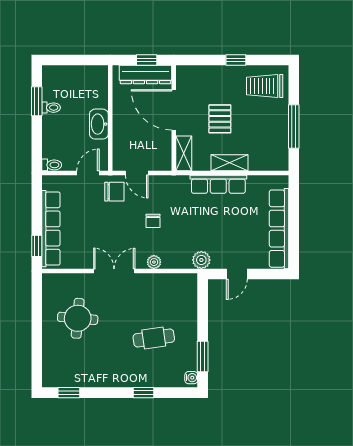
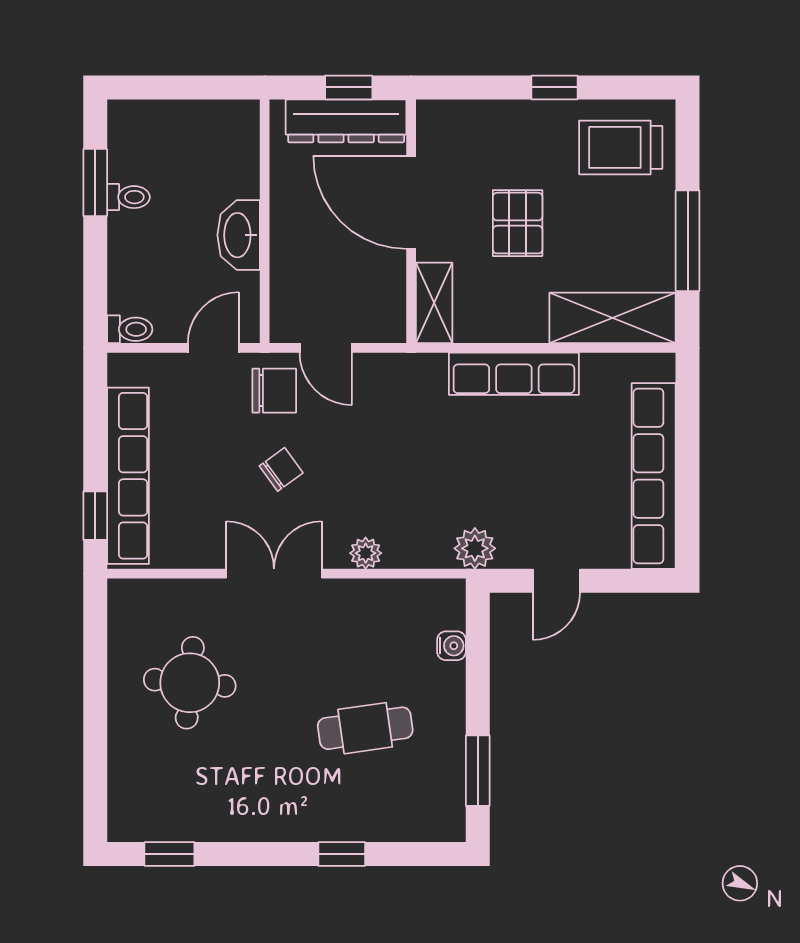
shelving: (230, 163) -> (613, 318), moved, width x1.50, depth x1.33
chair: (153, 221) -> (281, 469), moved, turned -126
water cooler: (191, 378) -> (451, 646), moved

